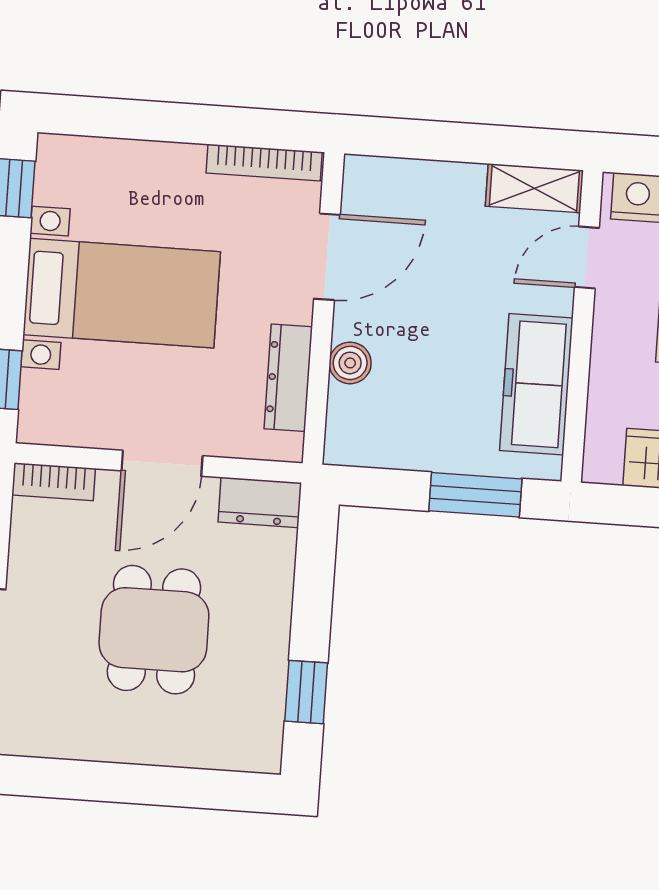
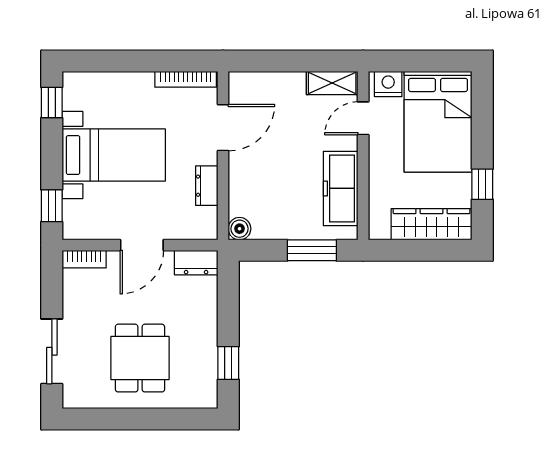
boiler: (350, 363) -> (239, 229), moved
dresser: (288, 378) -> (207, 186), width x0.70
dining table: (154, 630) -> (140, 358), moved

